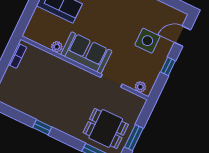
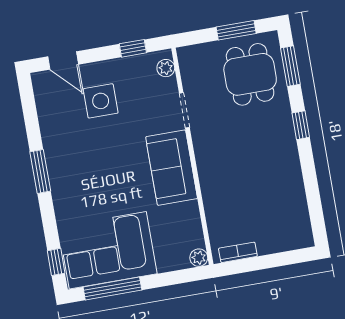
plant: (57, 47) -> (199, 258), moved
window: (168, 66) -> (133, 48), moved
window: (42, 127) -> (301, 125), moved

